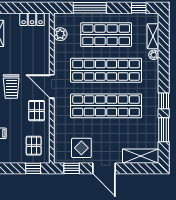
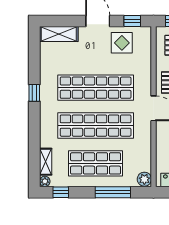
plant: (60, 34) -> (144, 179), moved
plant: (154, 55) -> (45, 181), moved
window: (164, 130) -> (34, 62), removed

